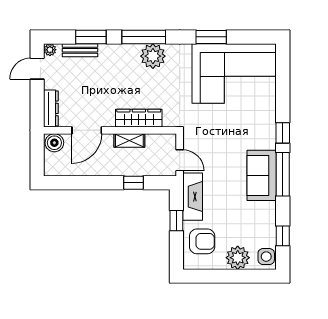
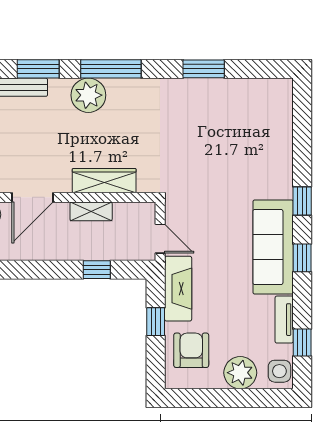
plant: (153, 56) -> (88, 95), moved
corner sofa: (234, 73) -> (235, 119), removed
window: (283, 174) -> (302, 258), width x0.46
sofa: (262, 175) -> (273, 247), width x1.36
tv unit: (270, 219) -> (284, 320), added
armchair: (202, 241) -> (191, 350), turned -90

